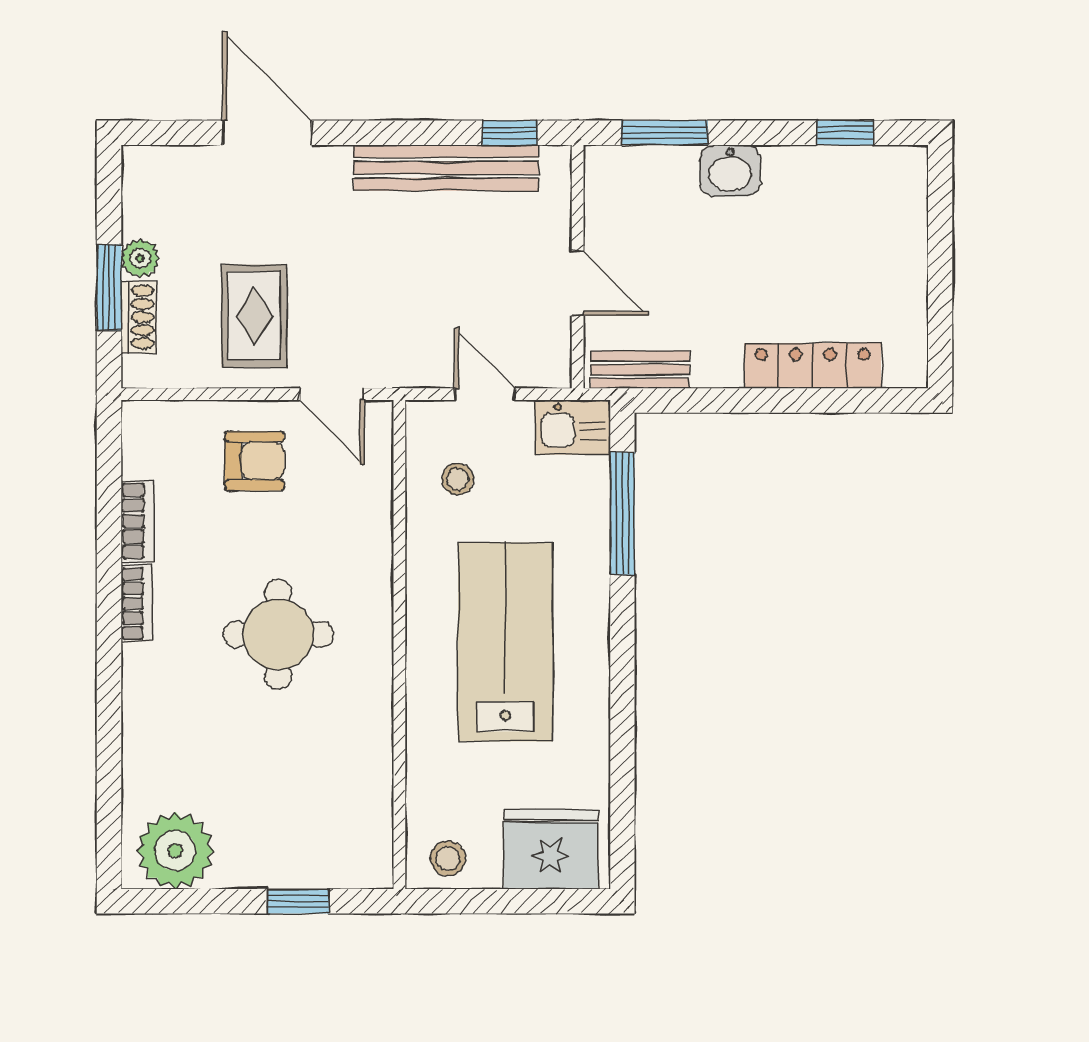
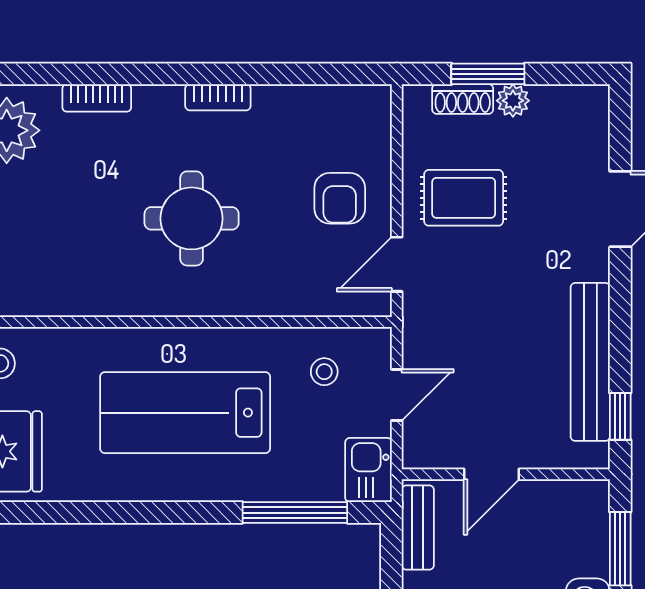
bookcase: (137, 521) -> (97, 98), moved
lab bench: (505, 642) -> (185, 413), turned 180

